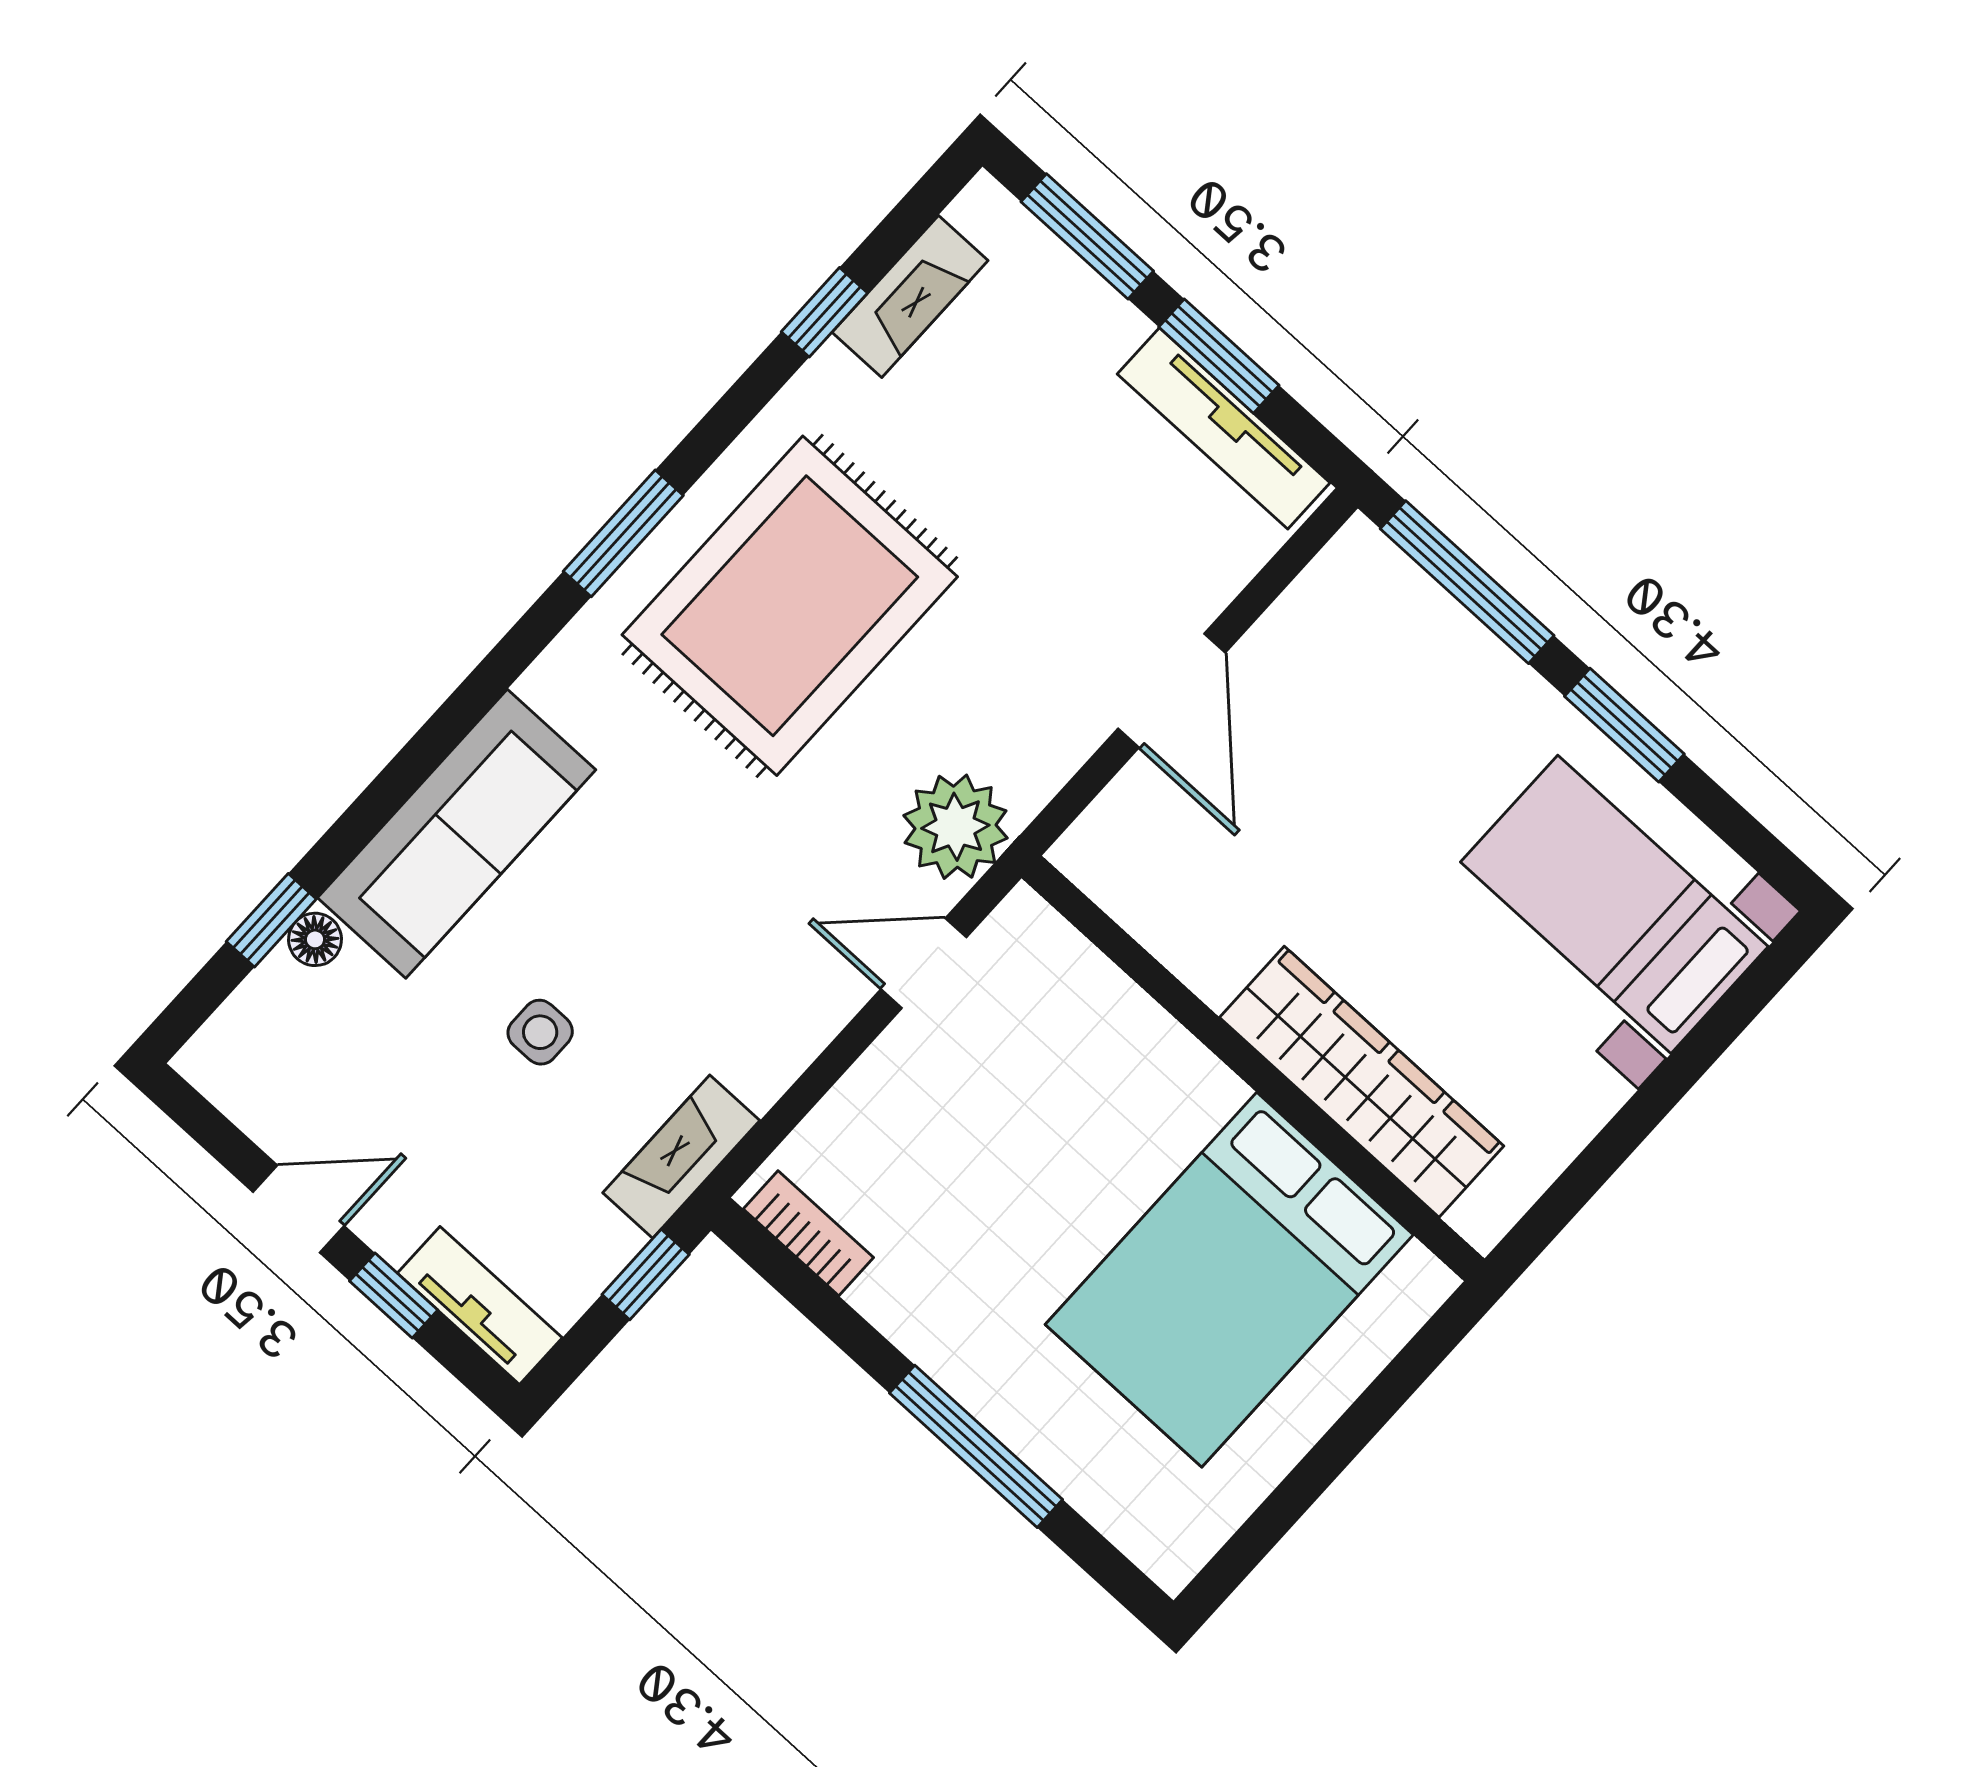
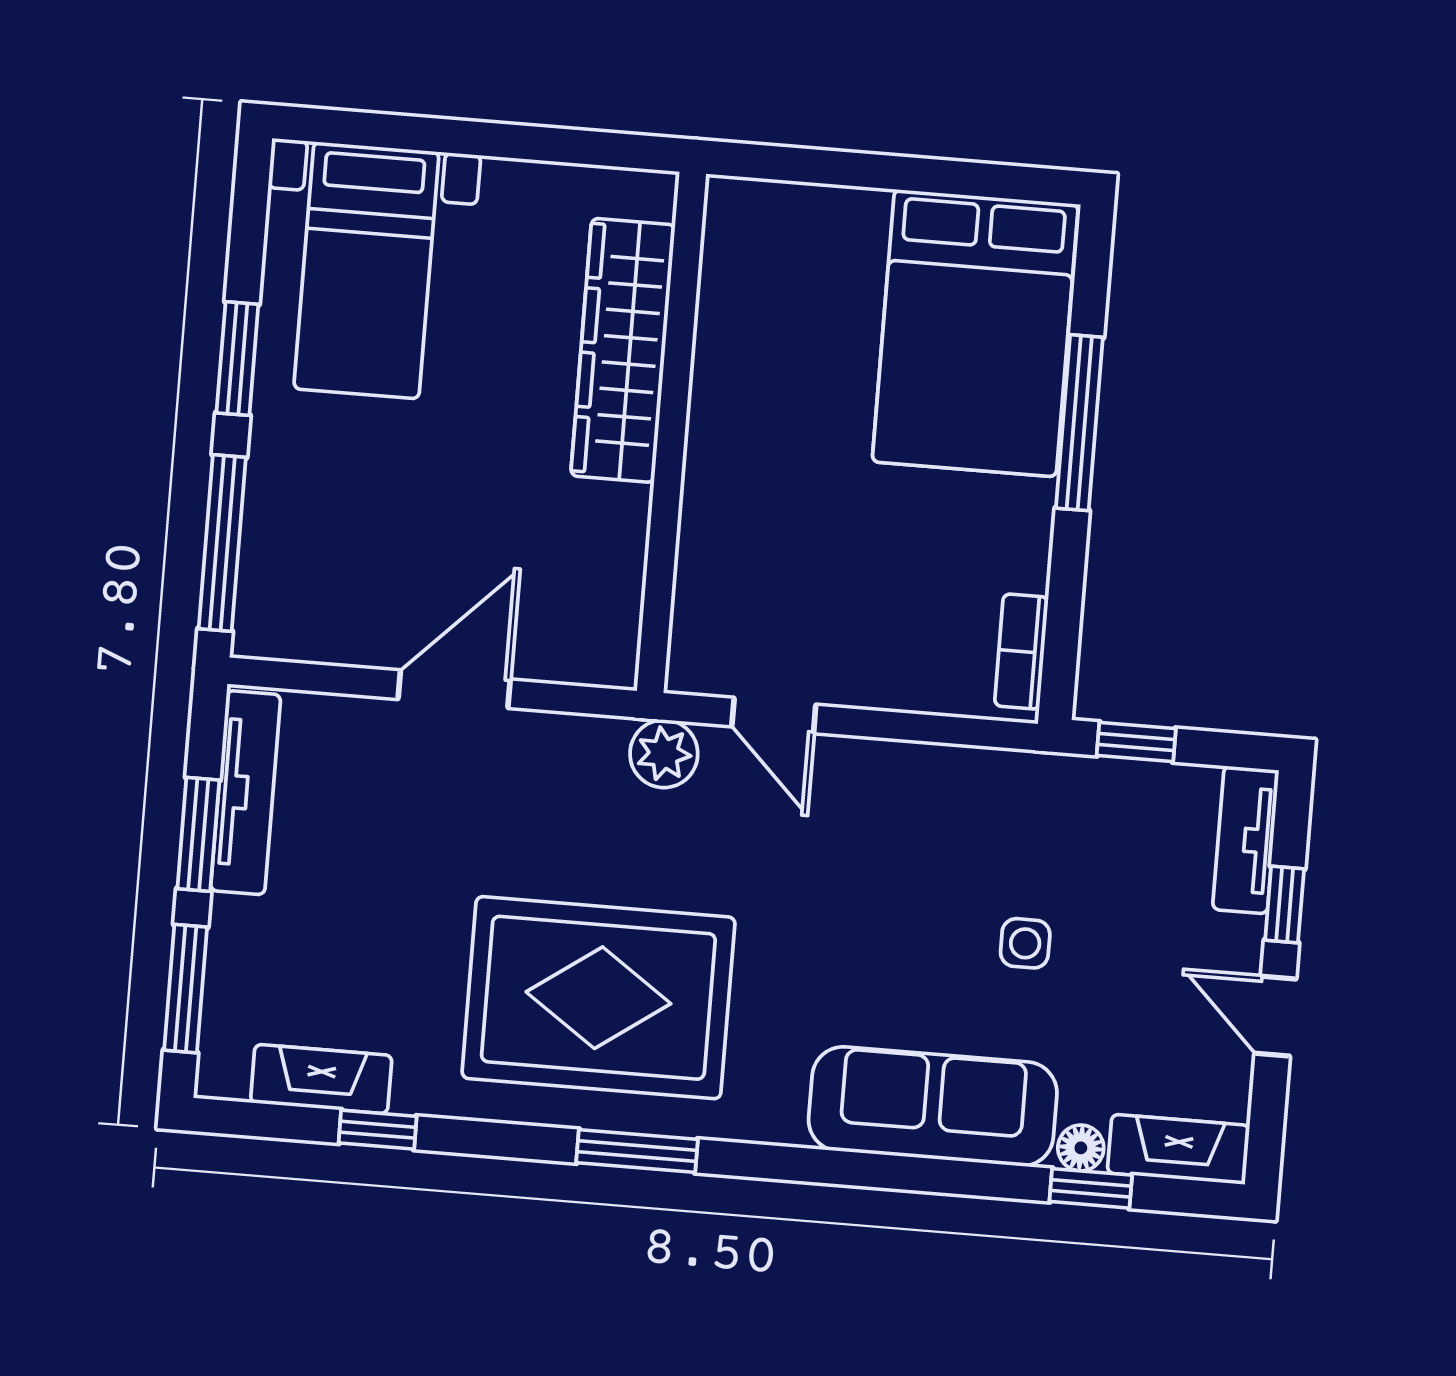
plant: (955, 827) -> (664, 754), width x0.73, depth x0.73
fireplace: (681, 1157) -> (1178, 1149), moved, turned 180
bed: (1229, 1280) -> (975, 333), moved, turned 90

